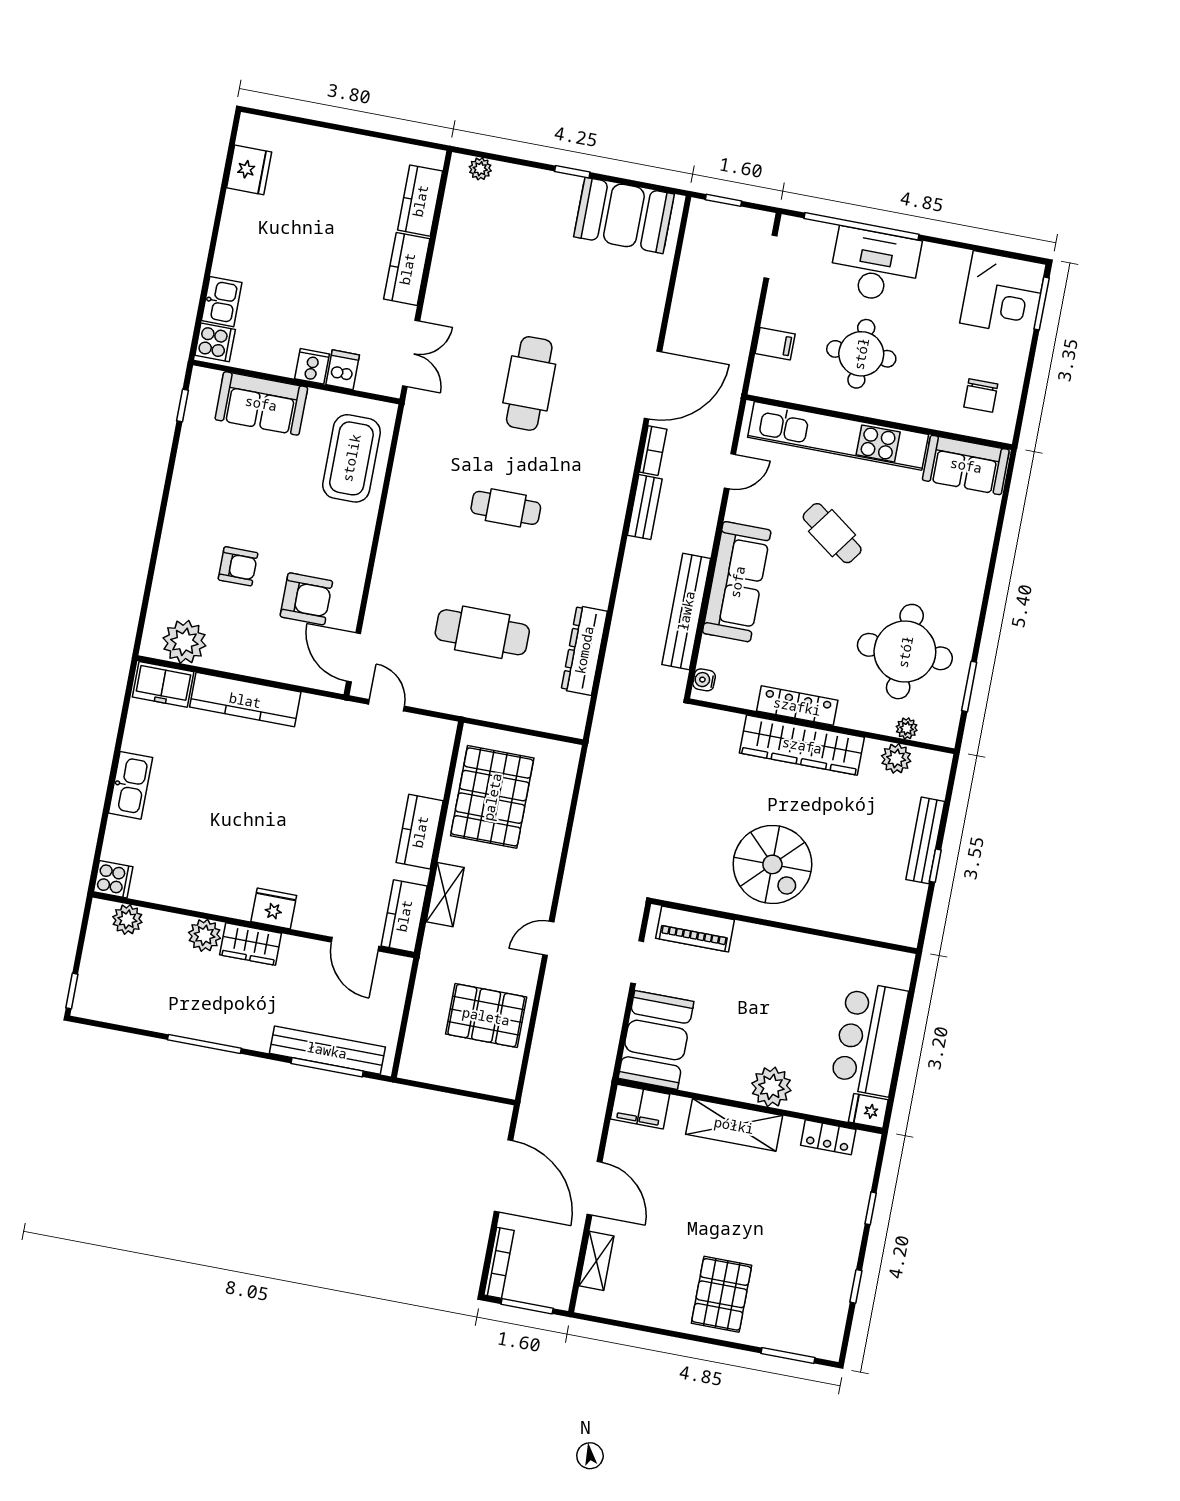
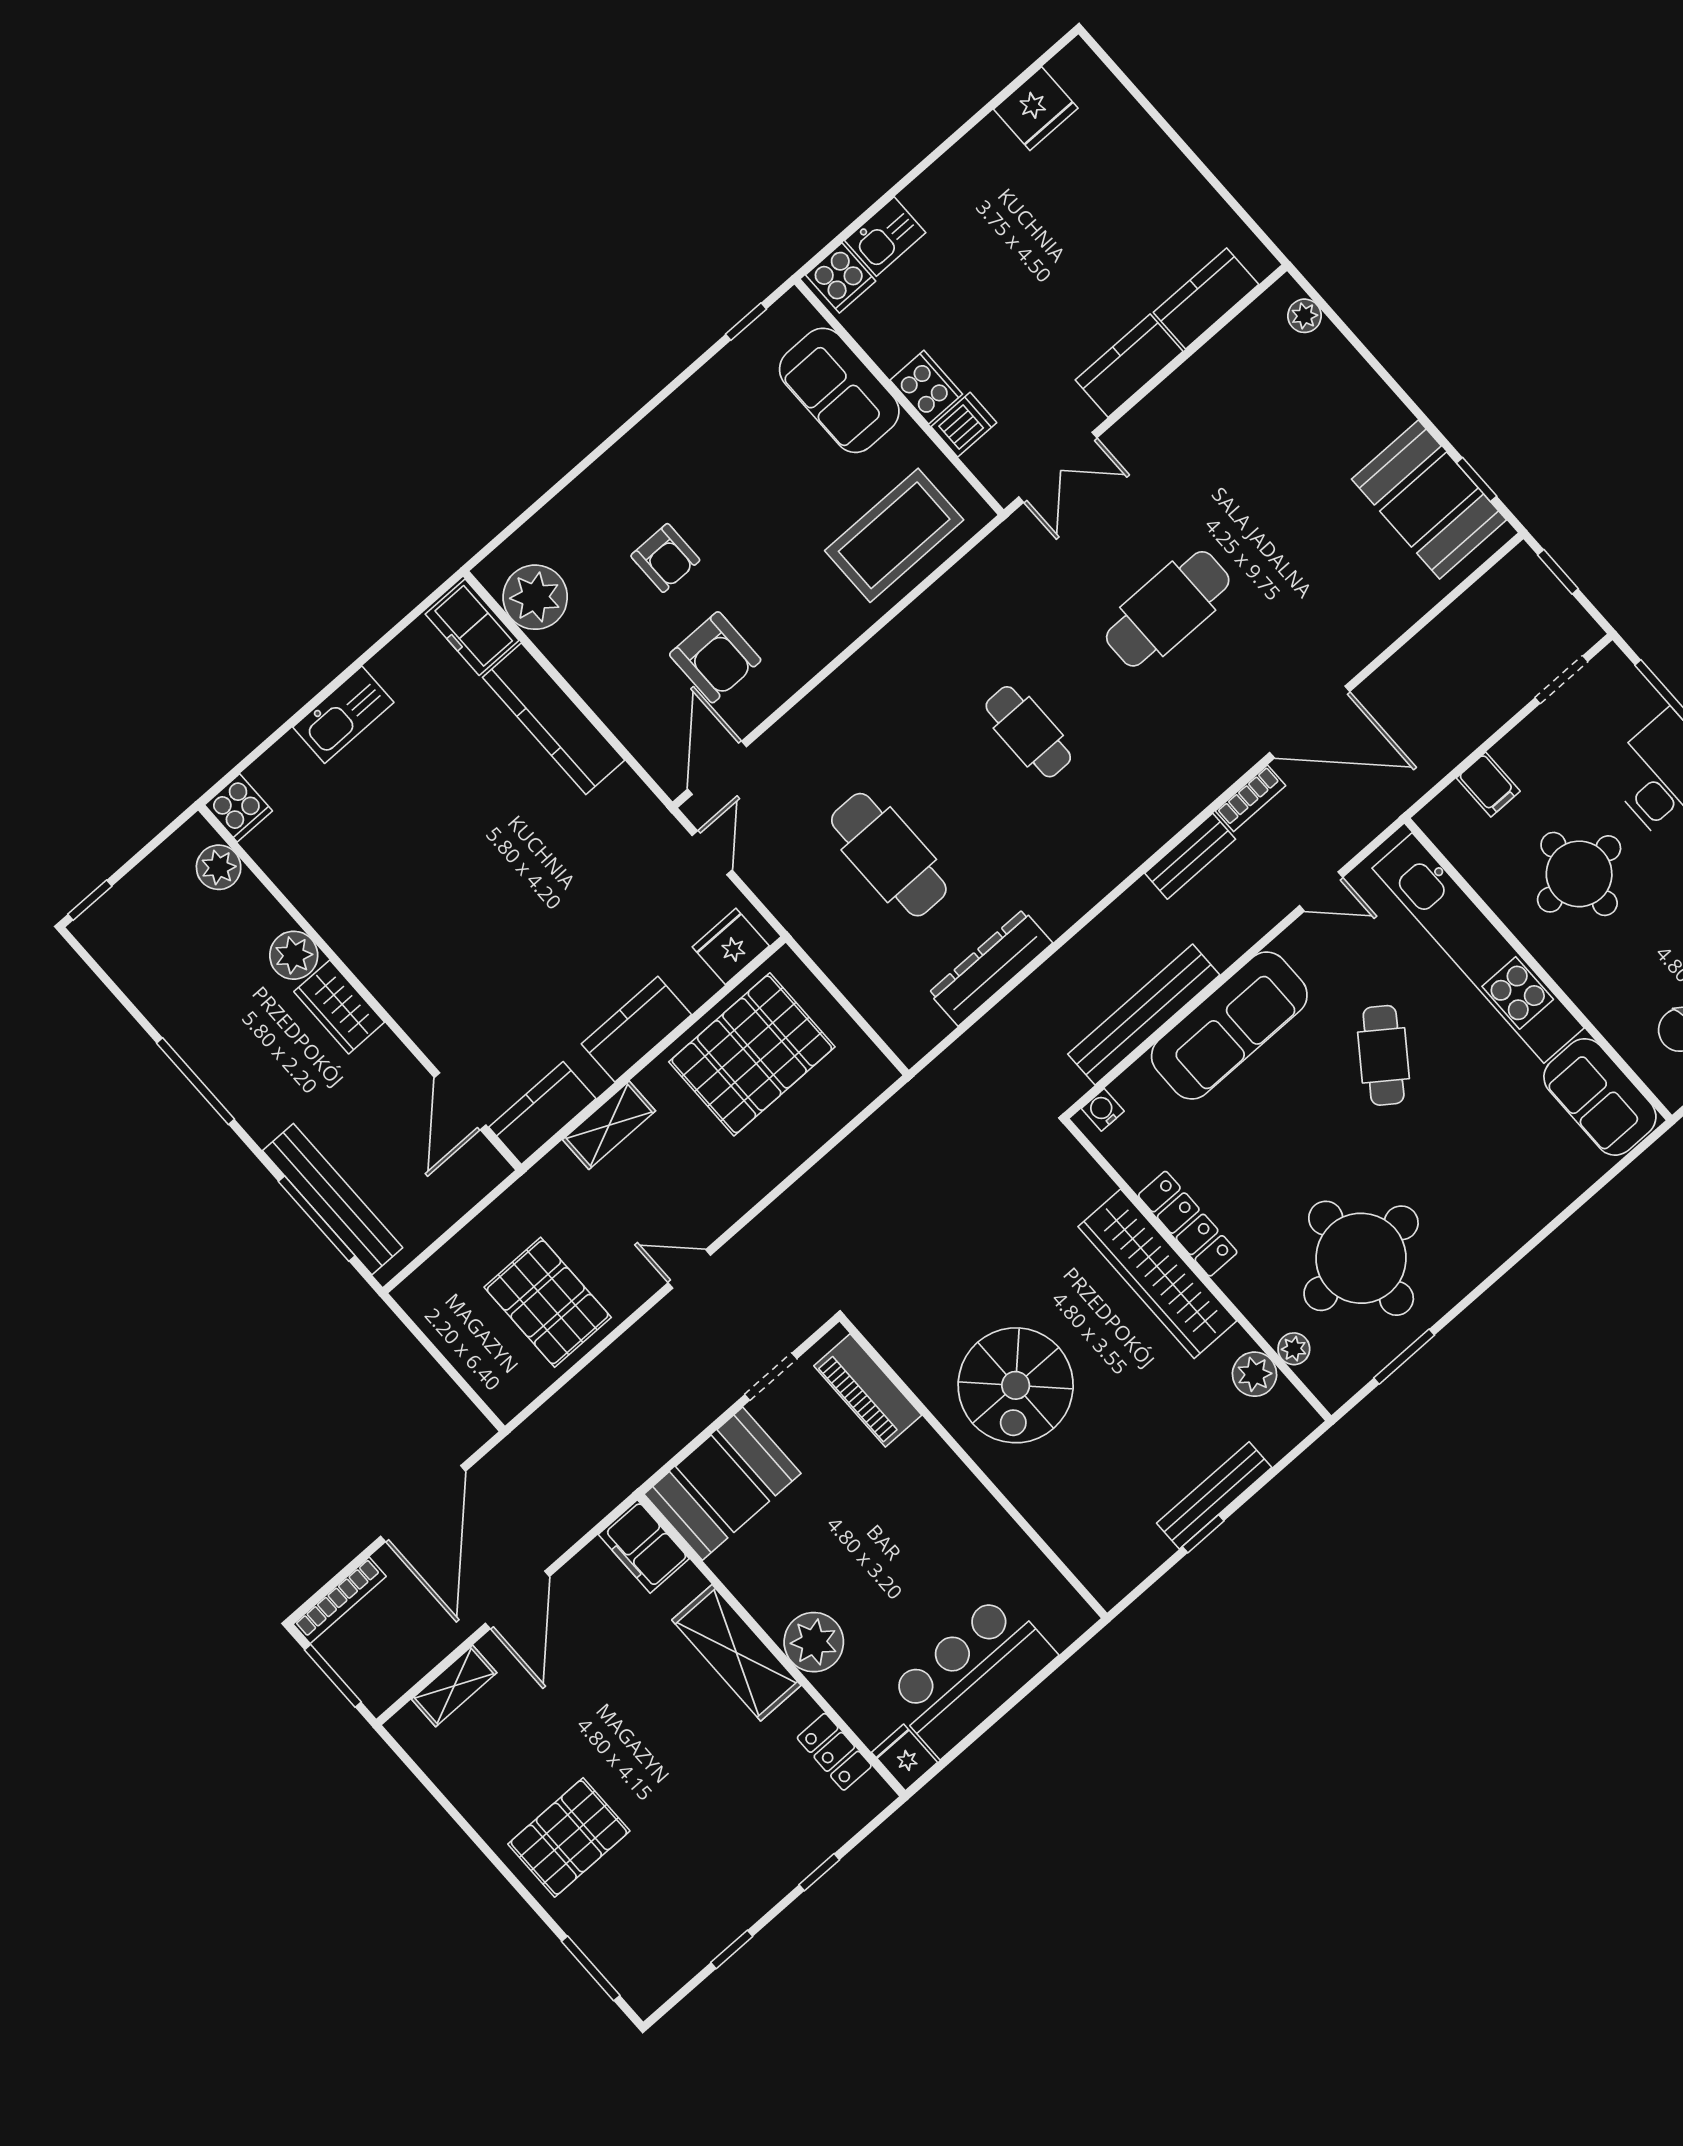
window: (572, 172) -> (1477, 479), moved
cooker: (312, 366) -> (926, 387), width x1.36
fridge: (274, 908) -> (731, 946), moved, turned -90

